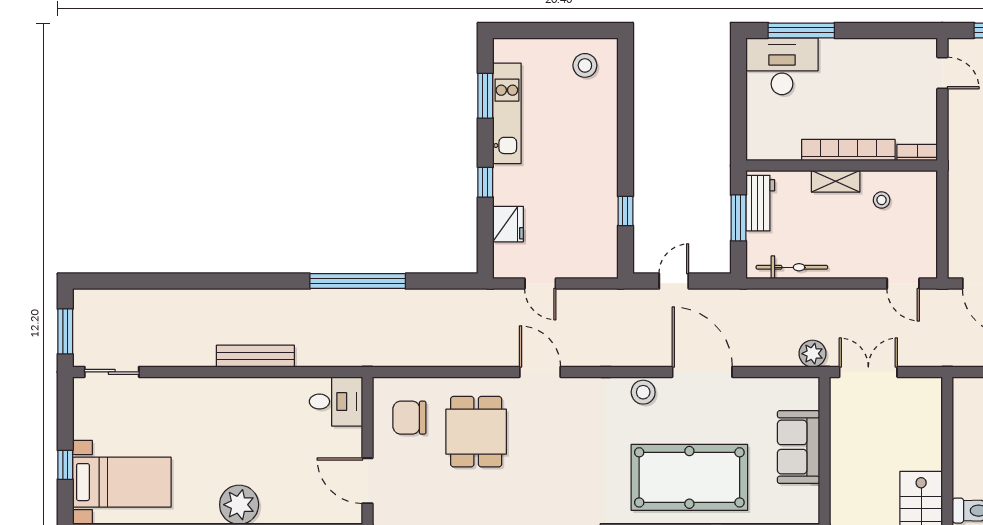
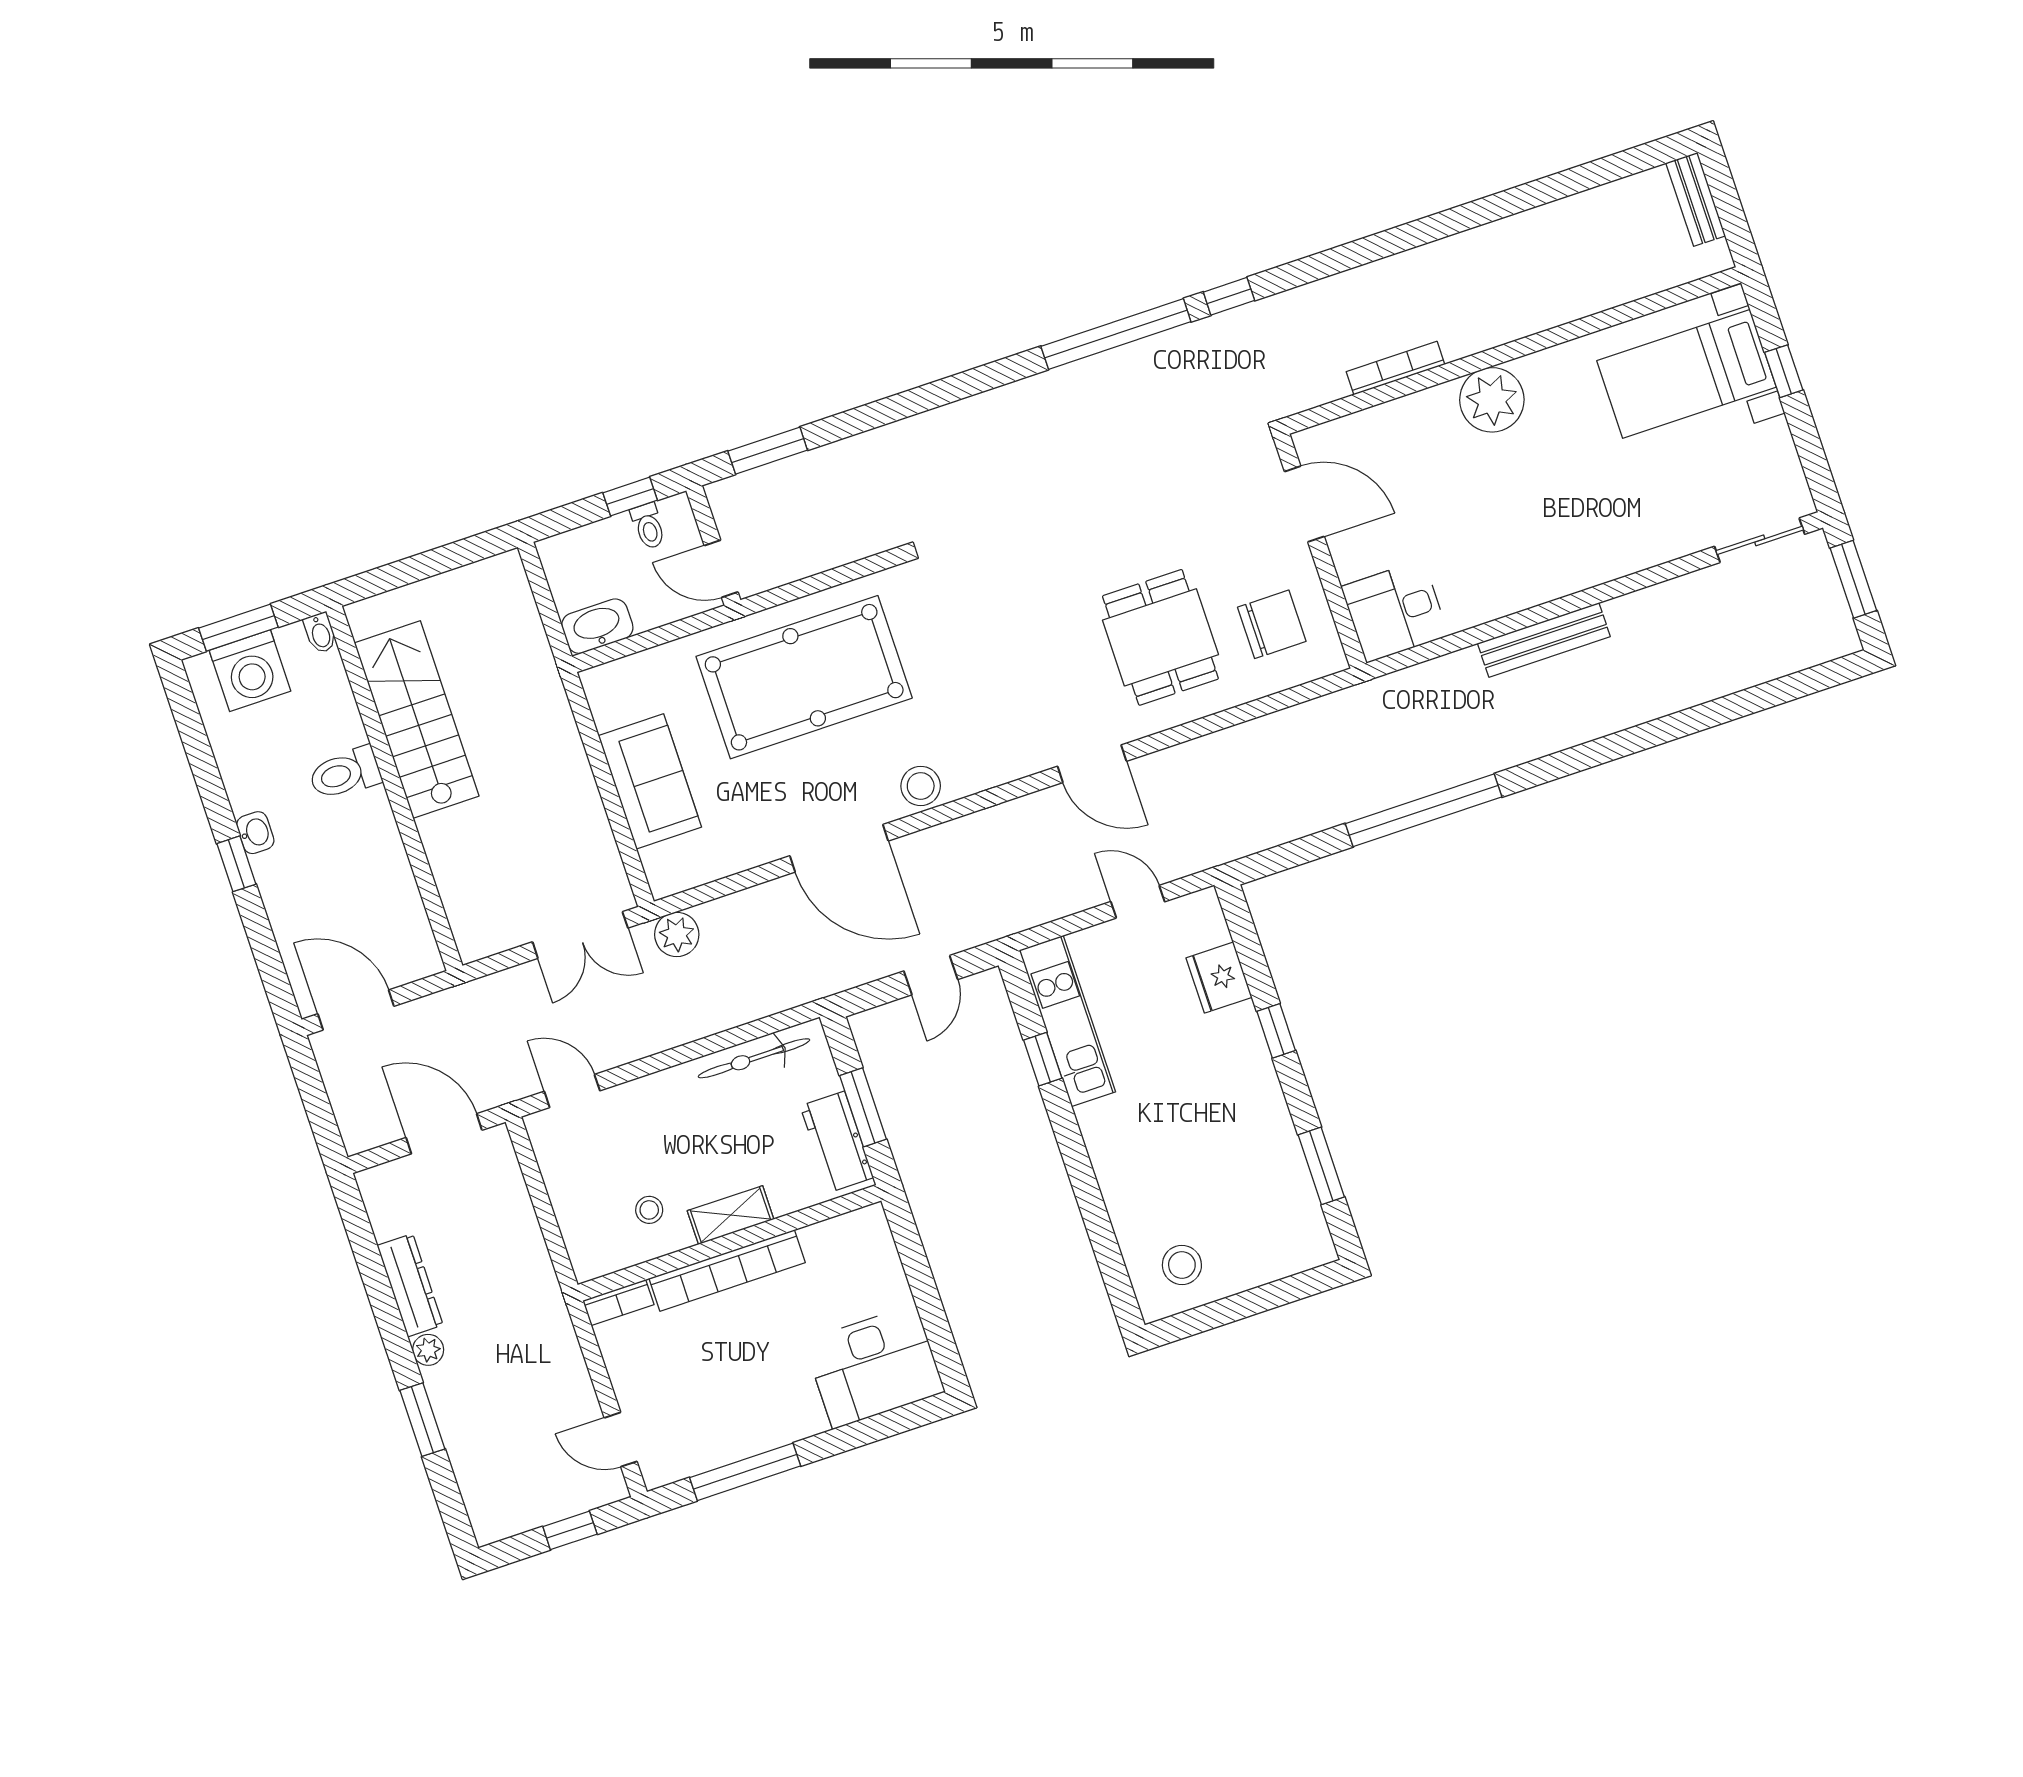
window: (801, 30) -> (745, 1472), moved
kitchen unit: (507, 113) -> (1067, 1021), moved, turned 180

